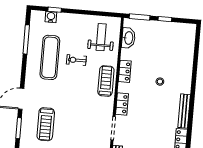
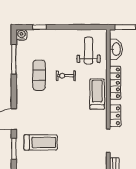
water cooler: (51, 17) -> (21, 35), moved
exercise mat: (50, 57) -> (39, 75), width x0.73, depth x0.69
locker: (125, 71) -> (115, 83), width x1.53
treadmill: (46, 124) -> (41, 142), turned -90

